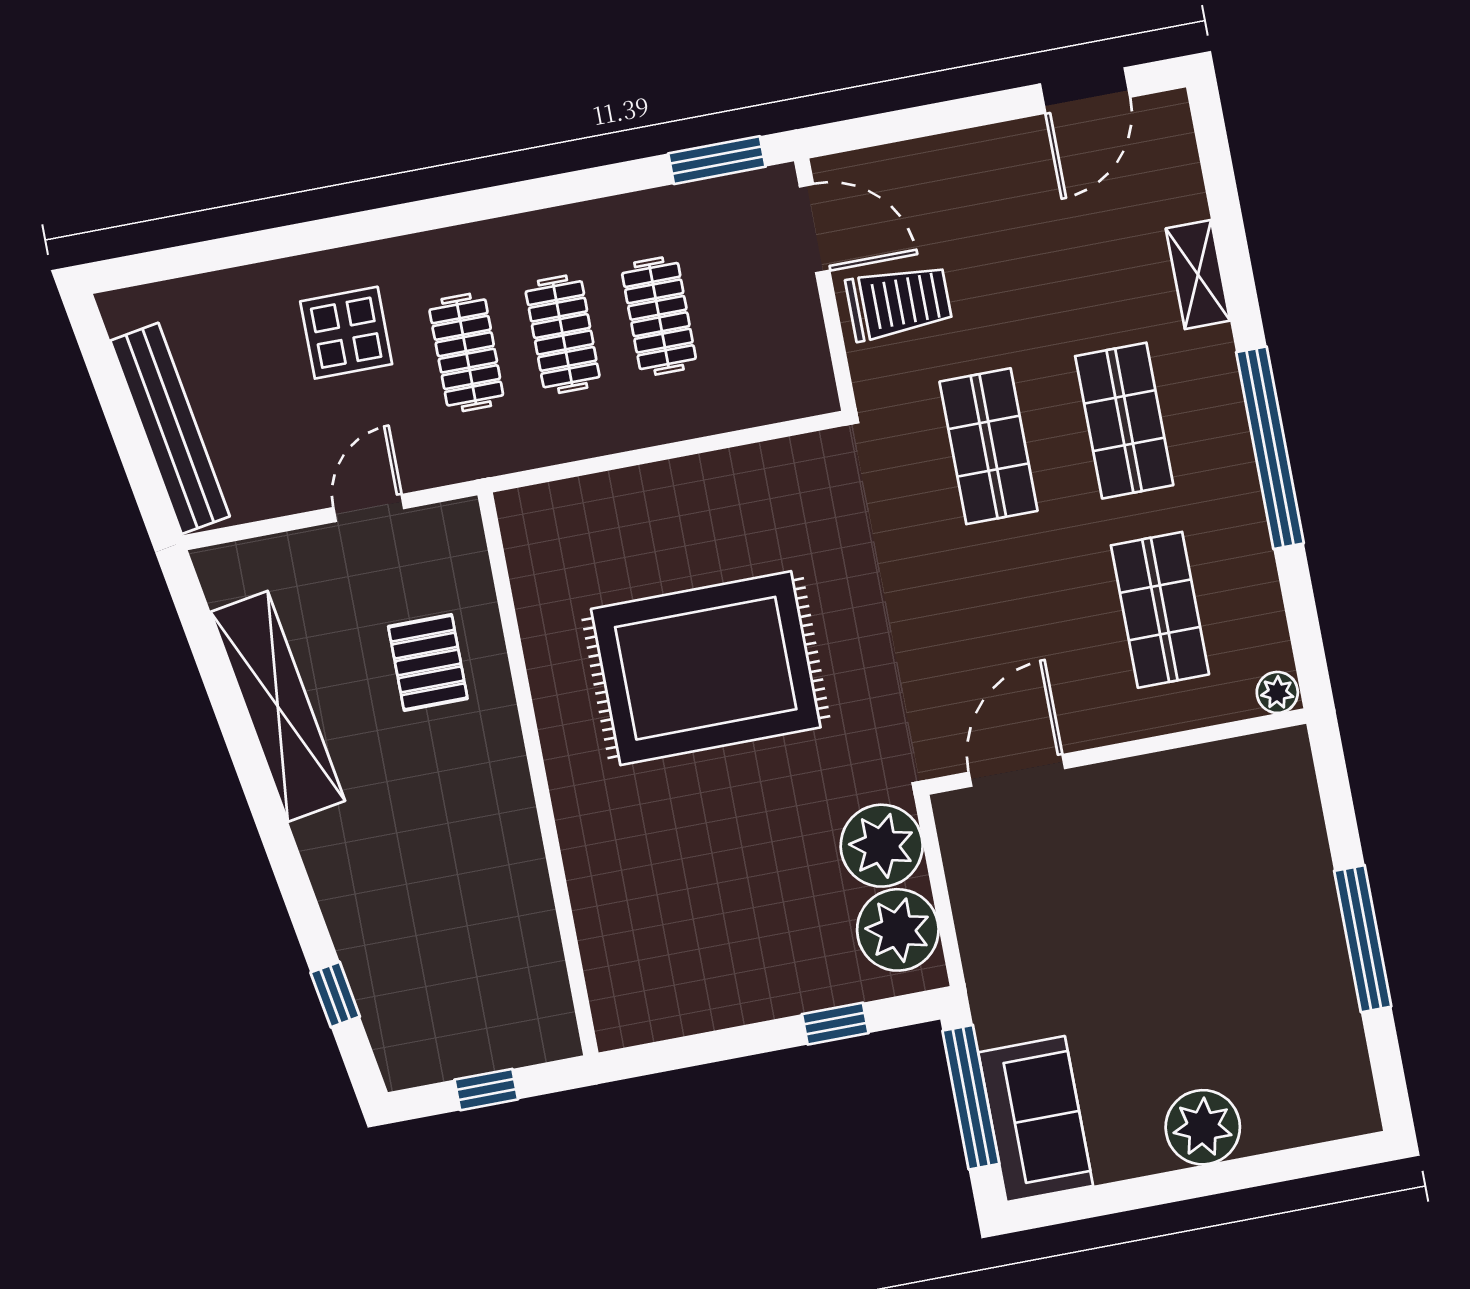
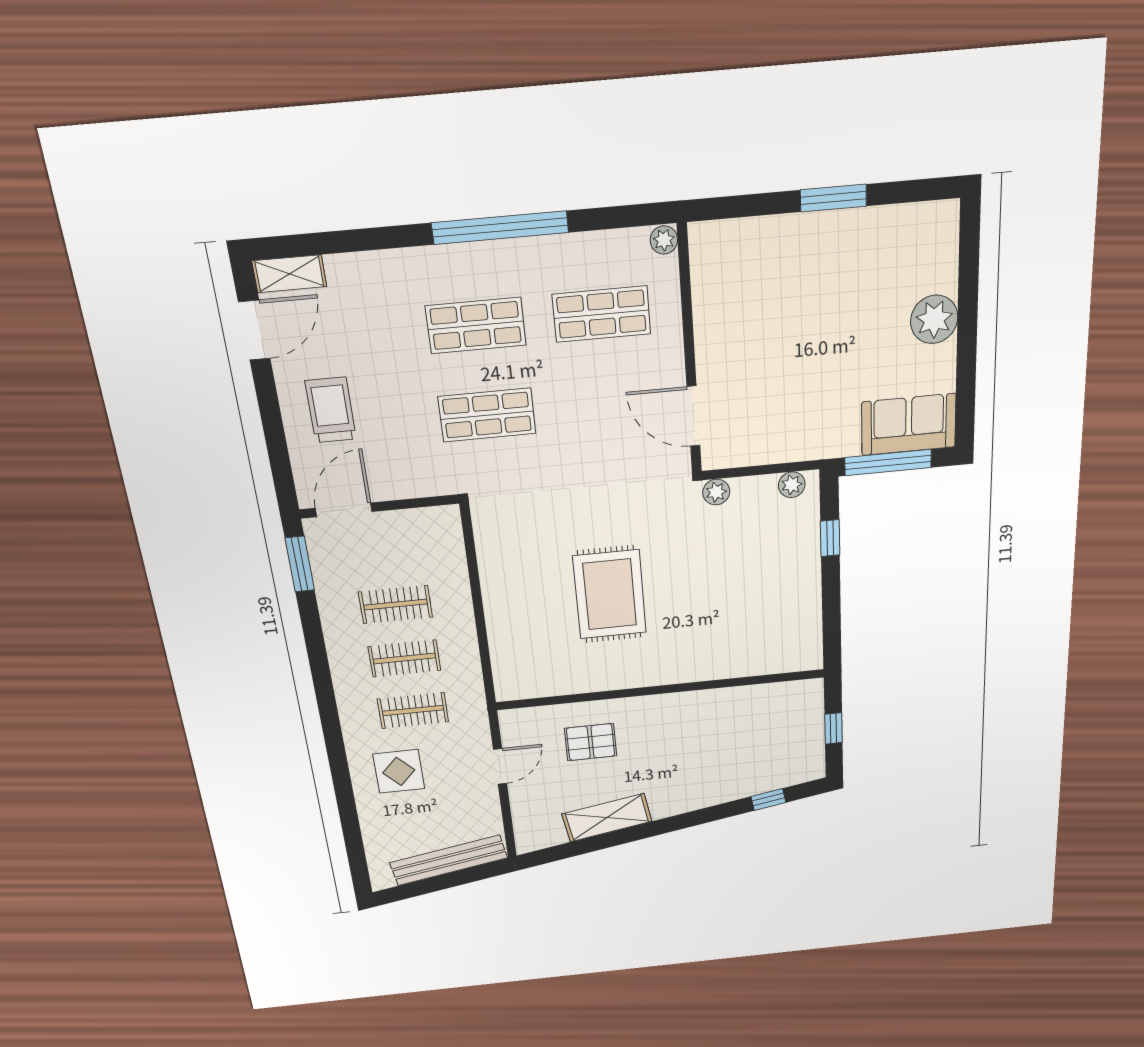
door: (1085, 91) -> (254, 330), hinge flipped
shelving: (1198, 275) -> (289, 274), moved
trolley: (899, 302) -> (331, 410), moved
door: (369, 508) -> (500, 766), swing flipped
rug: (706, 668) -> (610, 594), width x0.73, depth x0.69
shelving: (278, 706) -> (607, 818), width x0.68
plant: (882, 846) -> (716, 492), width x0.53, depth x0.53
plant: (898, 930) -> (792, 485), width x0.53, depth x0.53
window: (1363, 939) -> (833, 198), width x0.69

